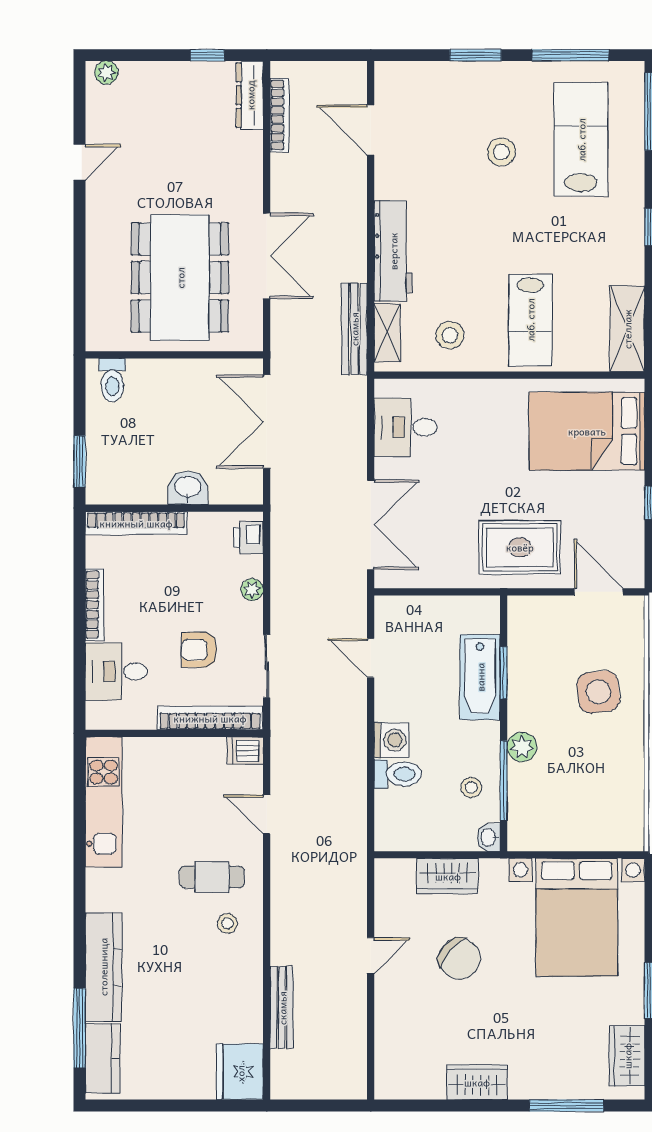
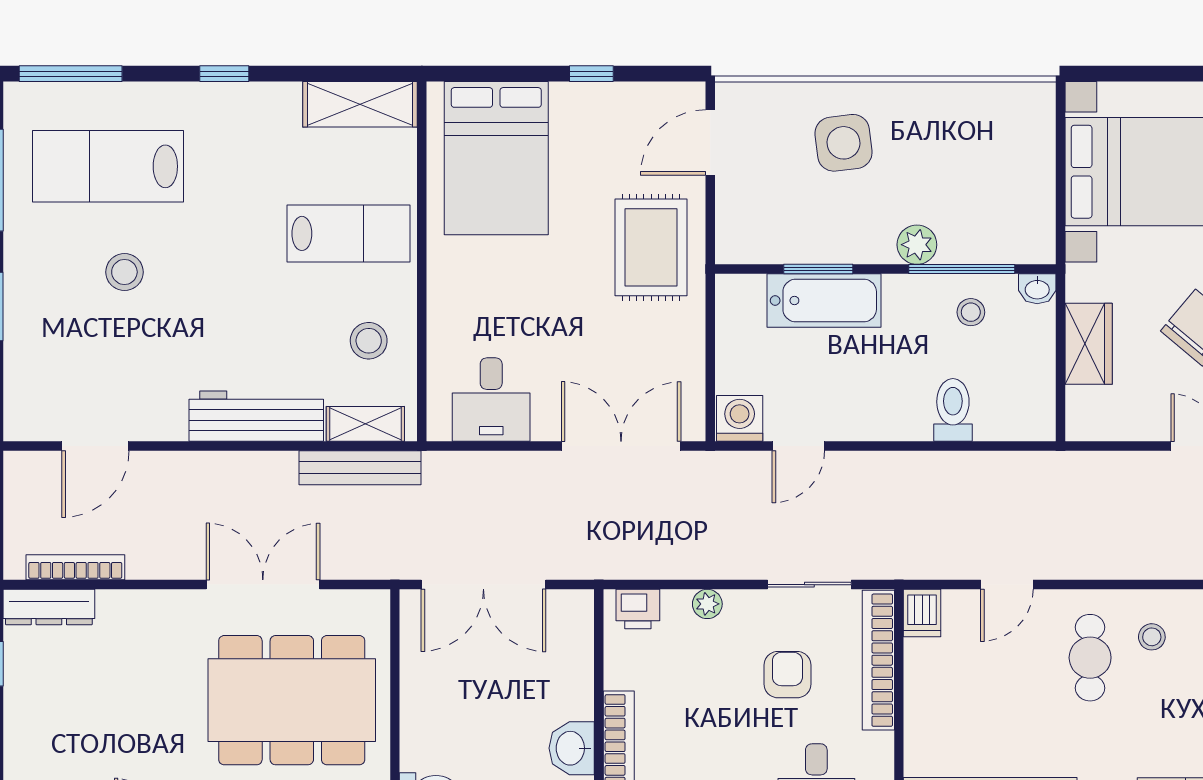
washbasin: (188, 488) -> (572, 748), moved
armchair: (199, 650) -> (787, 675), turned 180
washing machine: (391, 740) -> (740, 418), moved

